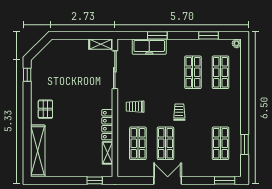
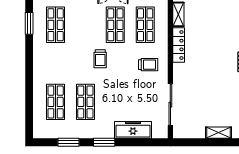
window: (157, 35) -> (104, 142), moved
plant: (237, 43) -> (38, 133), removed
shelving: (101, 44) -> (219, 133), moved

